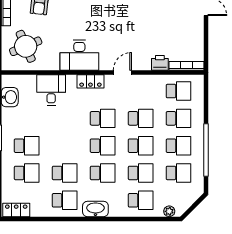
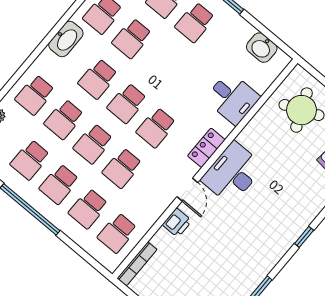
desk: (79, 55) -> (233, 173), moved
printer: (160, 63) -> (177, 223), moved

